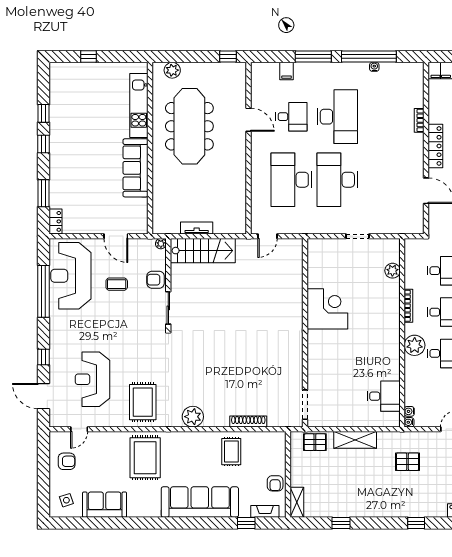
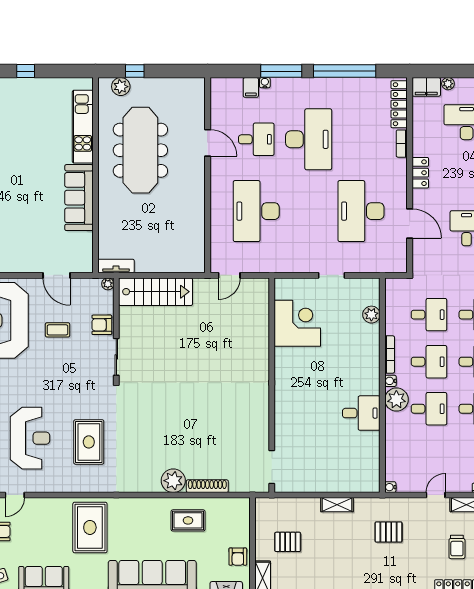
window: (228, 57) -> (135, 71), moved
water cooler: (374, 67) -> (265, 83), moved
locker: (417, 86) -> (399, 104), added
locker: (435, 146) -> (420, 173), width x0.66
desk: (337, 180) -> (361, 211), moved
tv unit: (197, 228) -> (116, 266), moved
corner desk: (327, 309) -> (297, 323), moved
reception desk: (92, 379) -> (30, 438), turned 180
desk: (384, 396) -> (361, 413), moved
rug: (143, 402) -> (89, 442), moved
water cooler: (409, 411) -> (390, 381), moved
plant: (193, 417) -> (173, 481), moved
shelving: (355, 440) -> (337, 505), width x0.67, depth x0.75
pallet: (315, 442) -> (288, 542), moved
rug: (231, 452) -> (188, 520), turned 90

